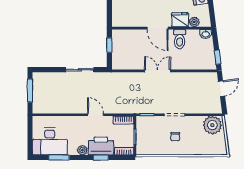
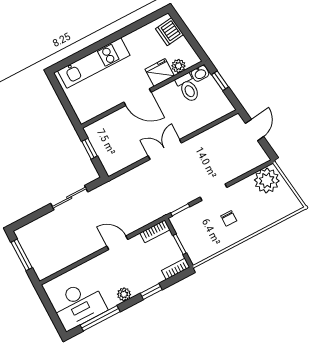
toilet: (180, 39) -> (188, 88), moved
window: (218, 57) -> (220, 81), moved
printer: (101, 146) -> (144, 277), removed
window: (59, 157) -> (100, 318), width x1.44

